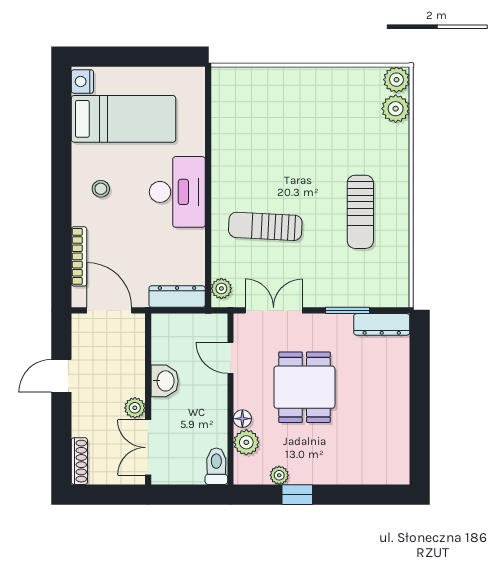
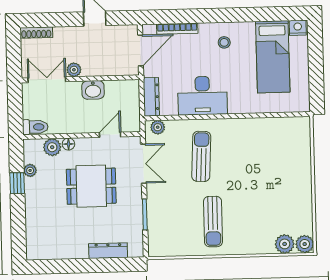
desk: (177, 192) -> (202, 96), moved
sun lounger: (360, 212) -> (213, 222), turned -90
dresser: (382, 324) -> (108, 251), moved, turned 90

